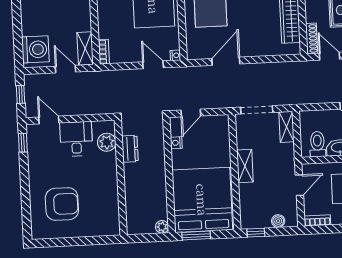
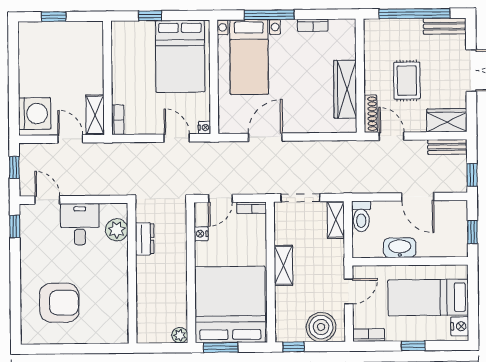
bookcase: (217, 120) -> (252, 208), added
toilet: (317, 144) -> (361, 216), moved, turned 180
boiler: (278, 221) -> (321, 327), width x1.86, depth x1.86

